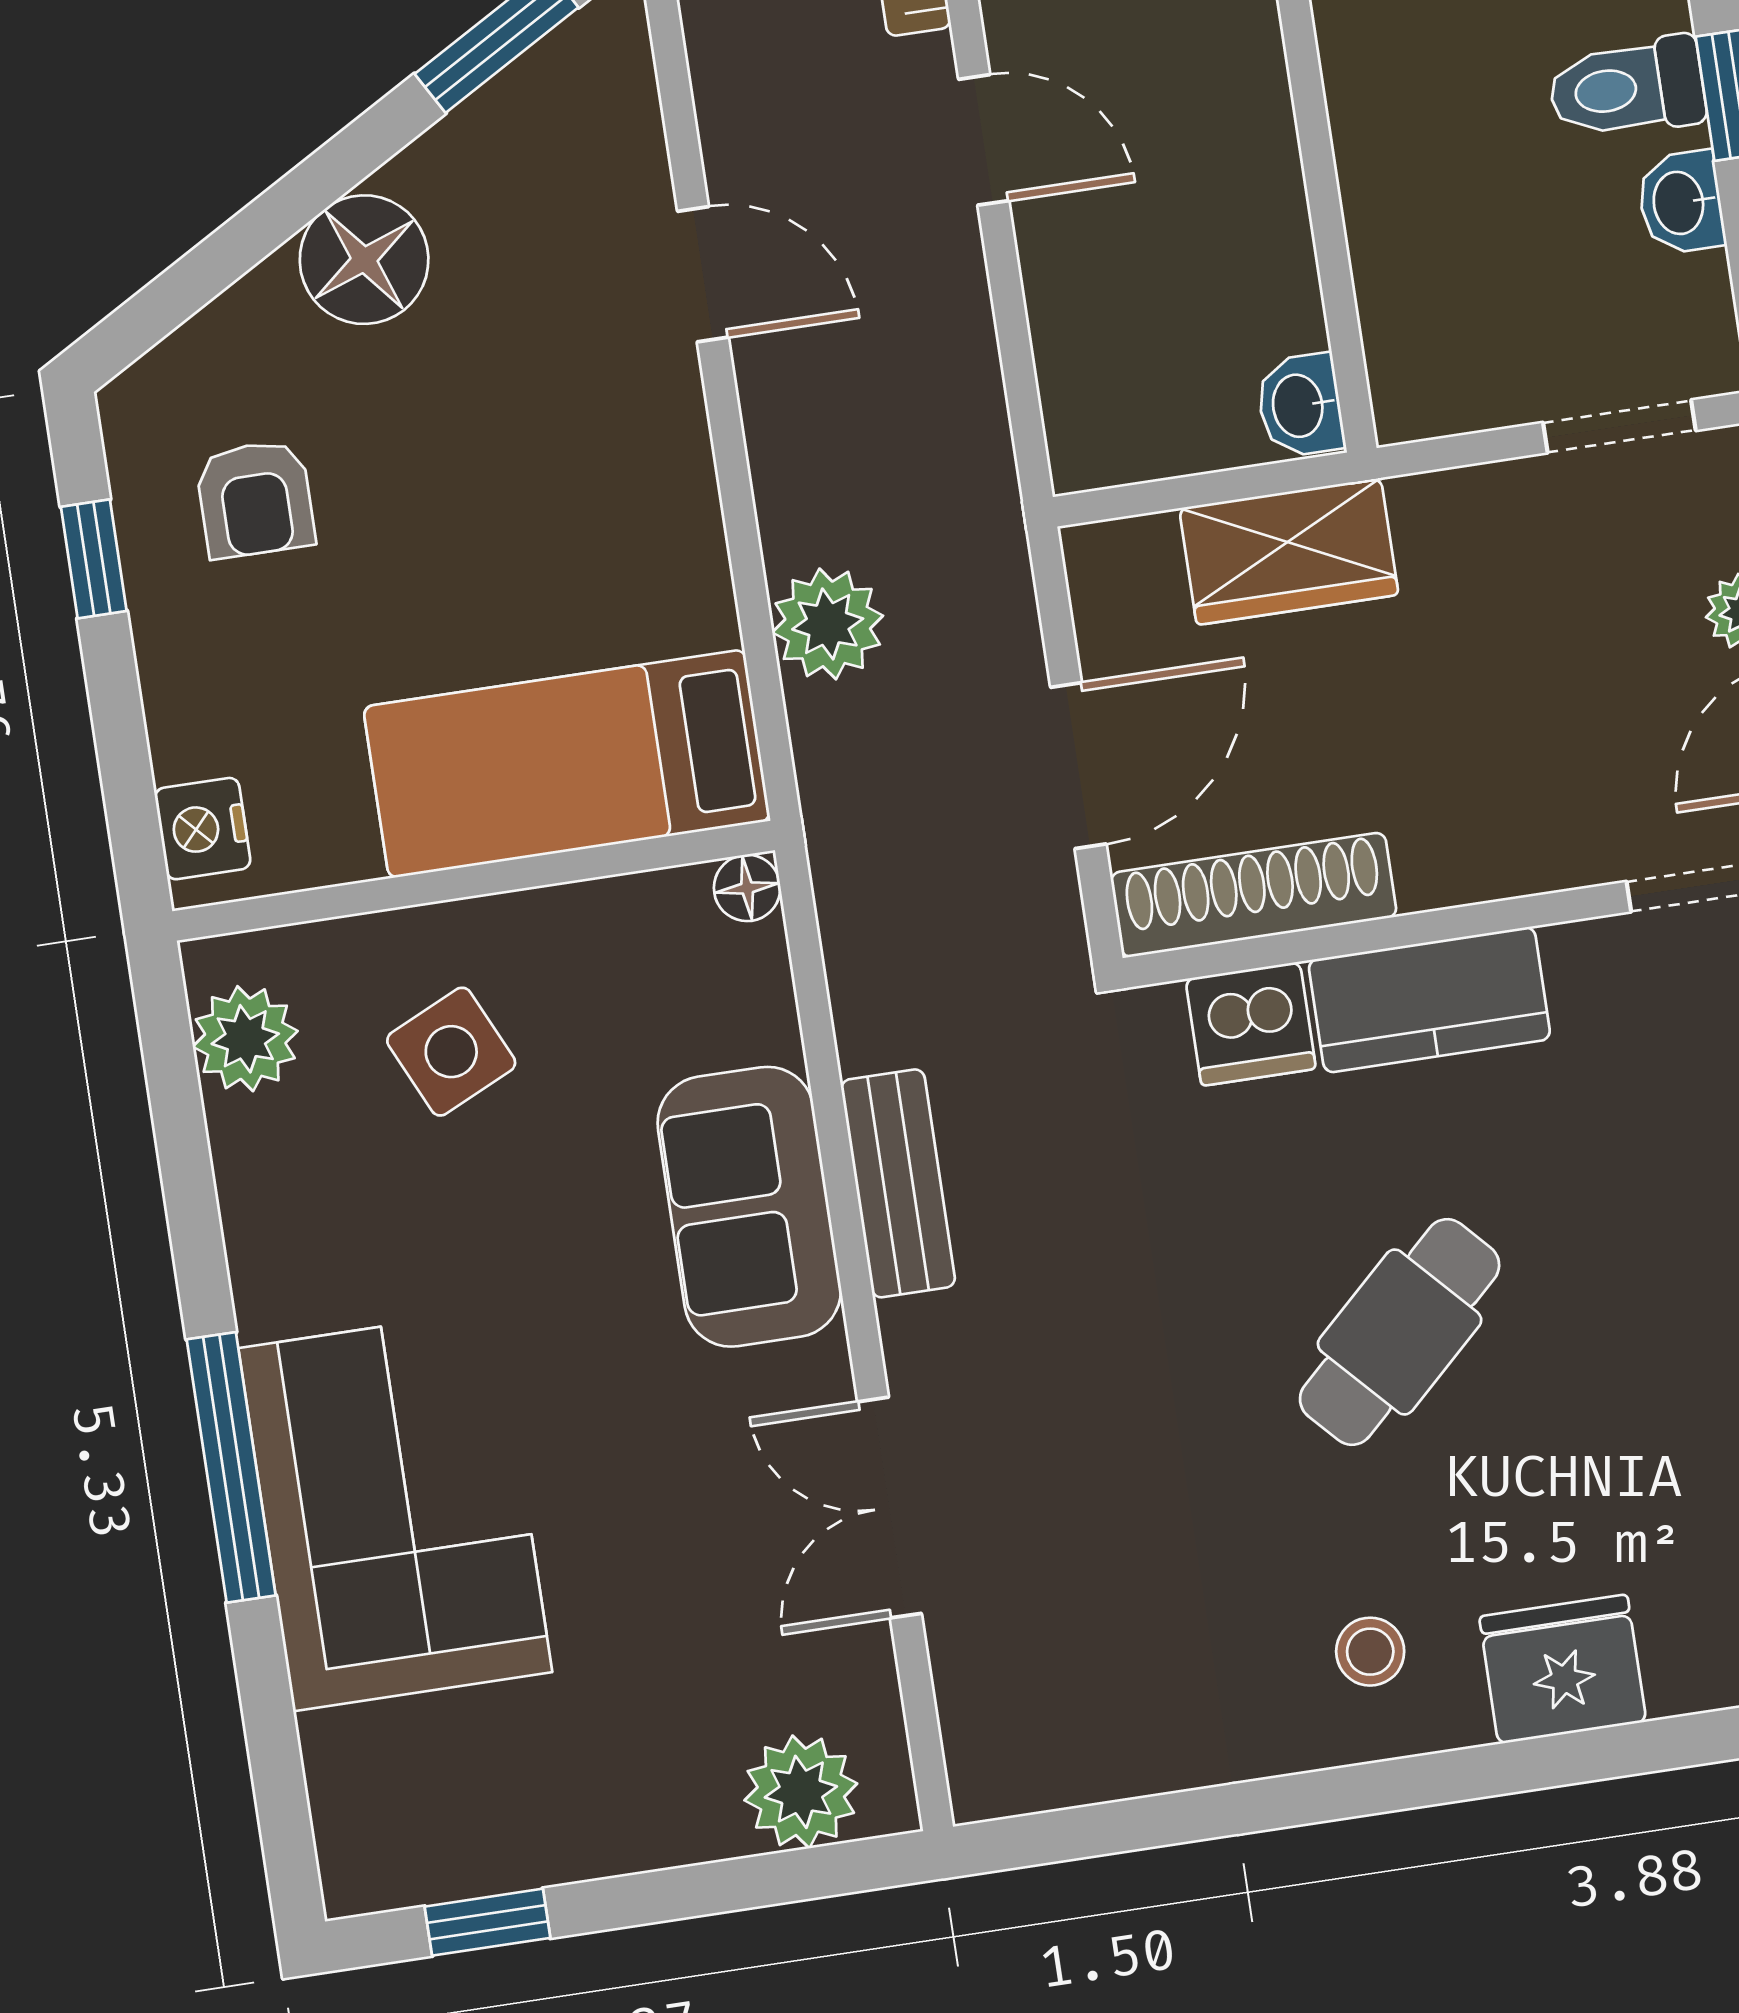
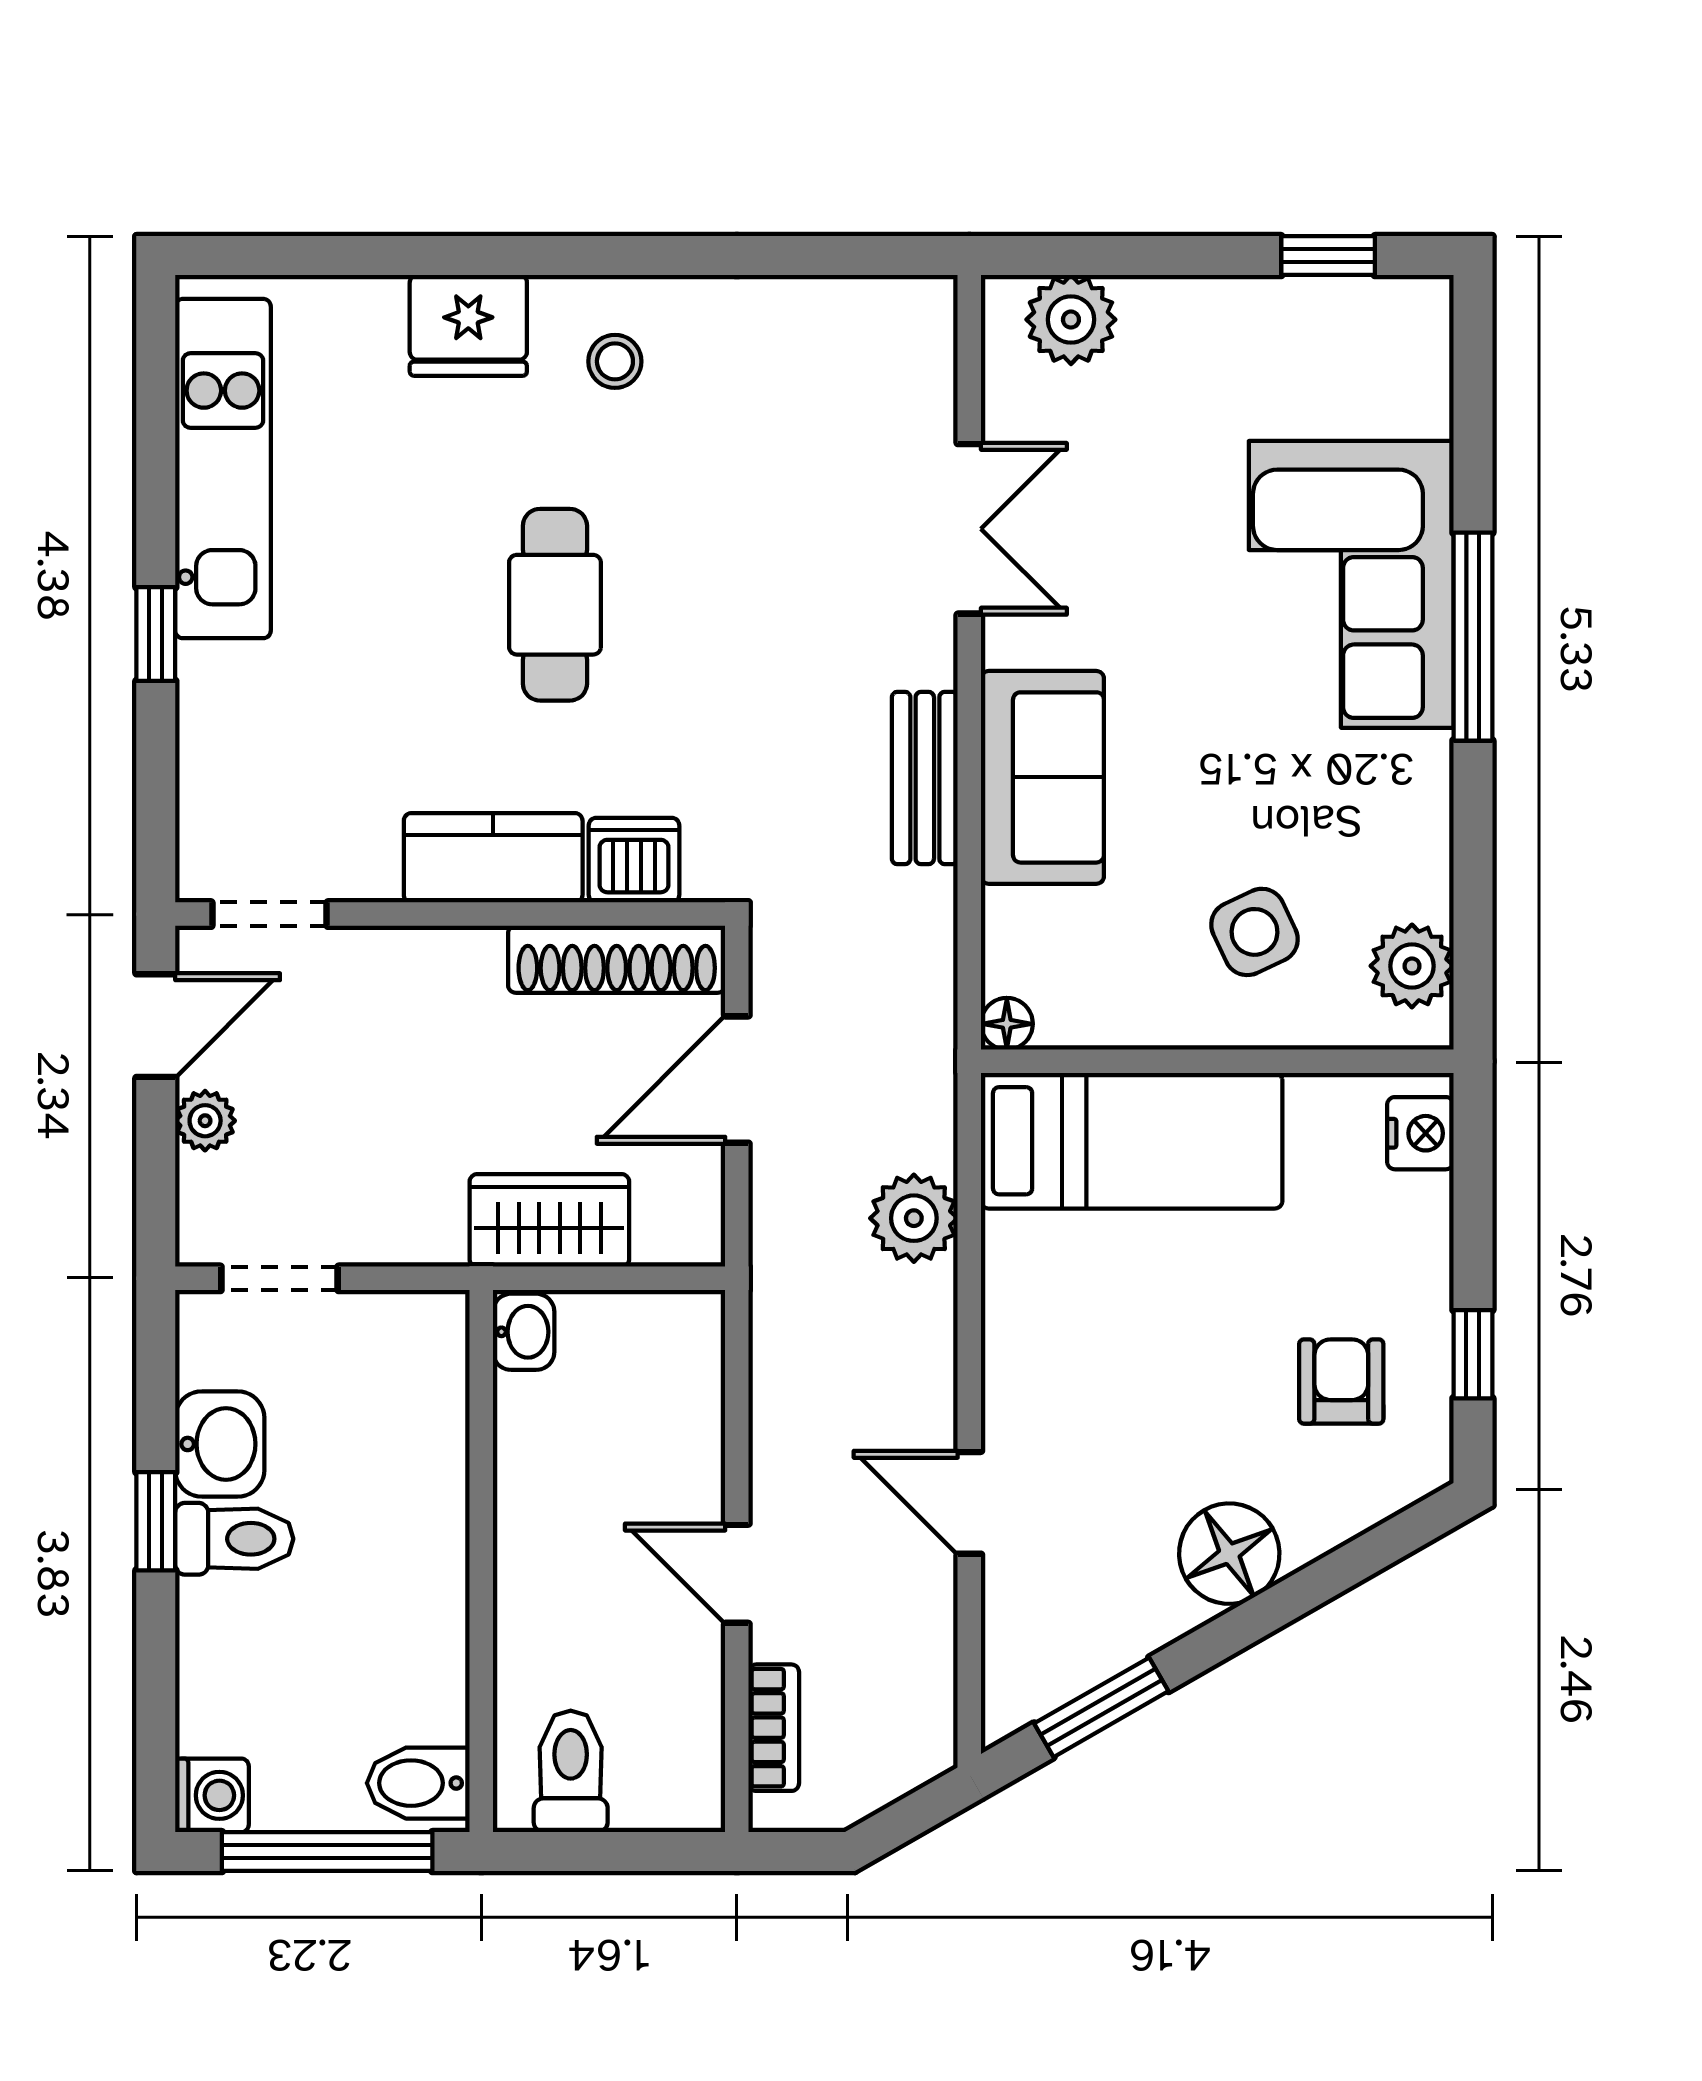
washbasin: (1681, 203) -> (220, 1444), width x1.38, depth x1.45
cafe table: (1400, 1332) -> (555, 605), turned -47

